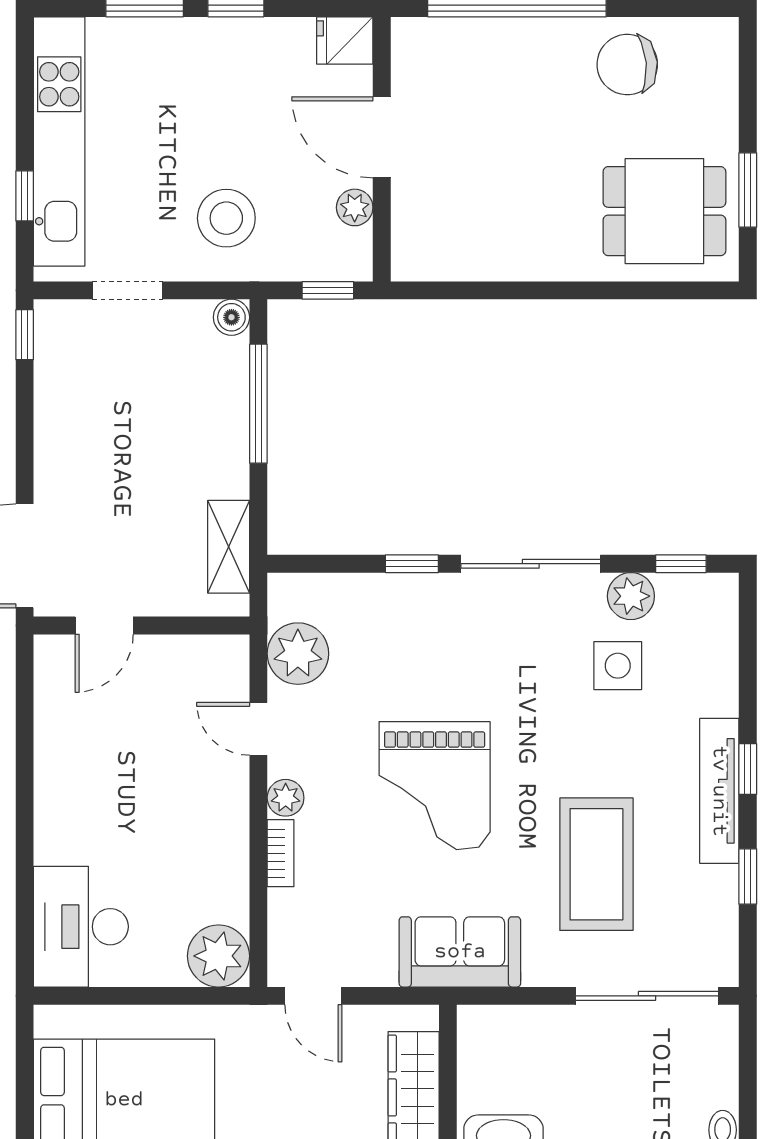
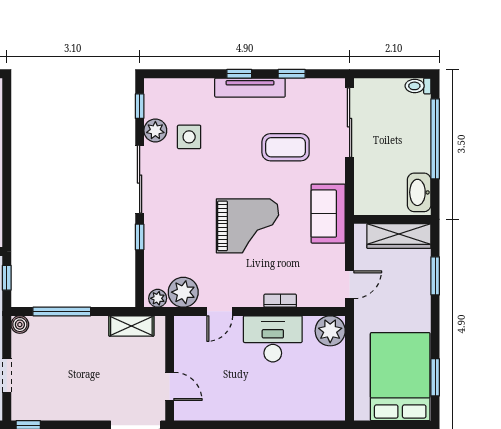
plant: (286, 798) -> (158, 298), moved
coffee table: (596, 864) -> (286, 147), width x0.73, depth x0.76
desk: (81, 927) -> (273, 339), moved, turned 180

